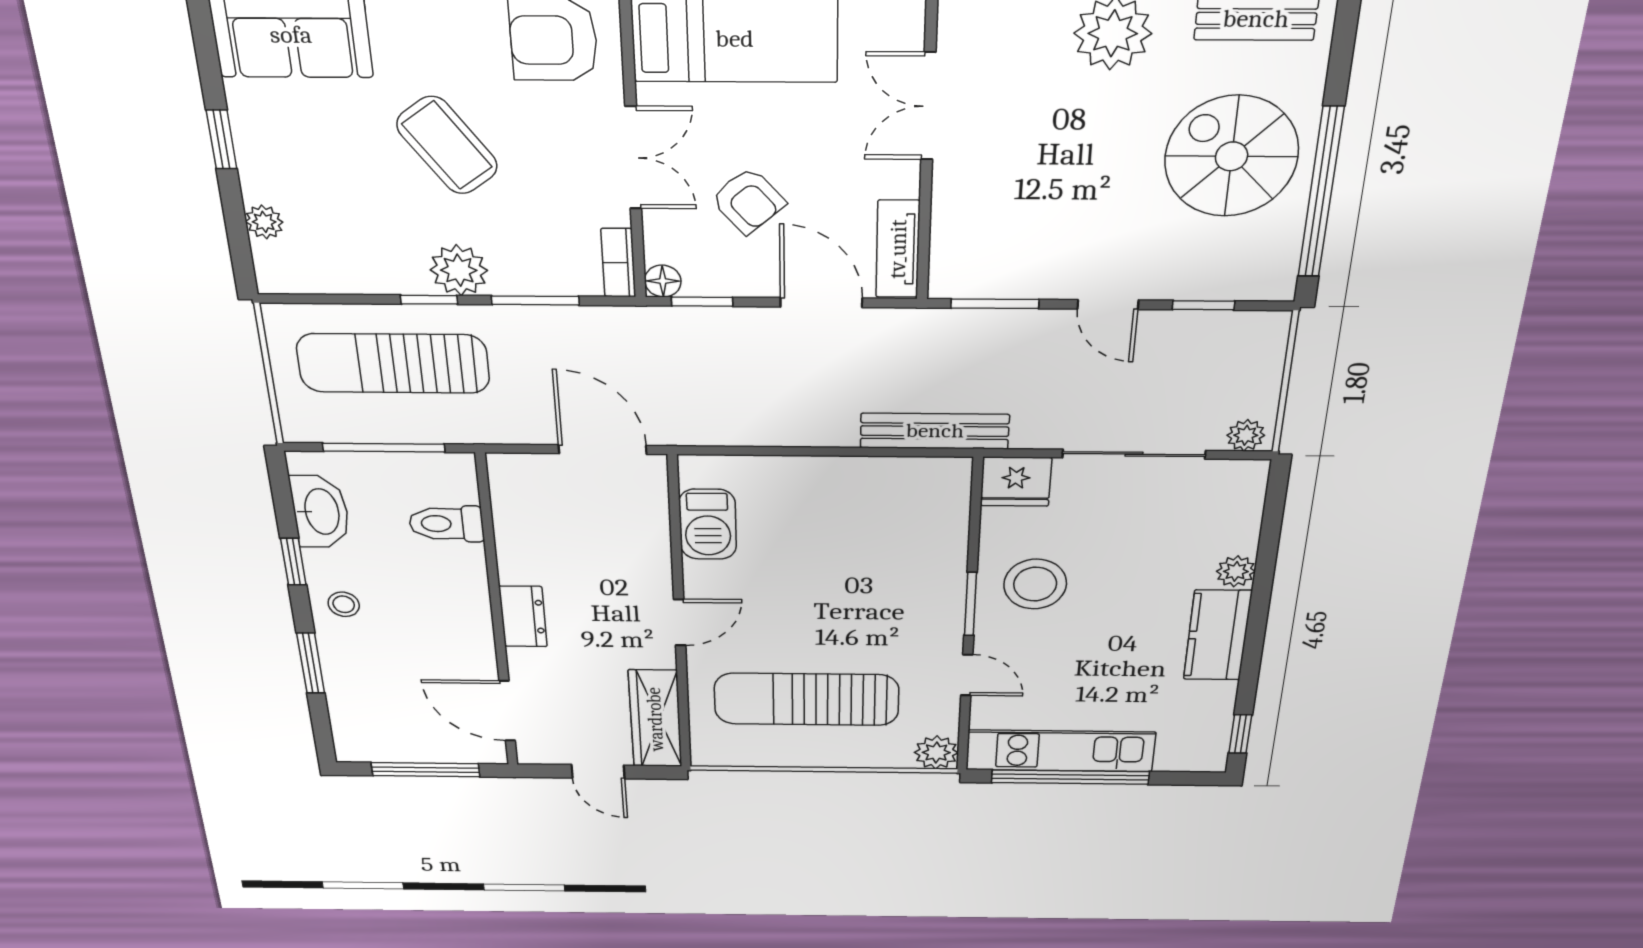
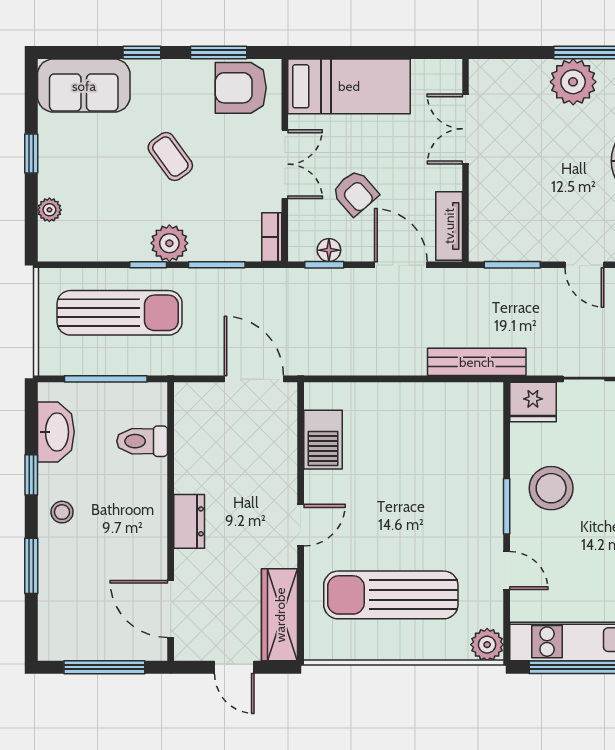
coffee table: (447, 145) -> (170, 157), width x0.73, depth x0.77
floor lamp: (663, 281) -> (329, 250), moved
sun lounger: (393, 363) -> (120, 313), turned 180

